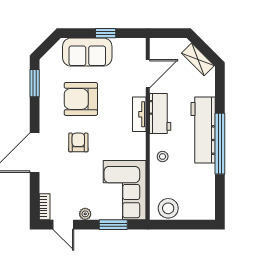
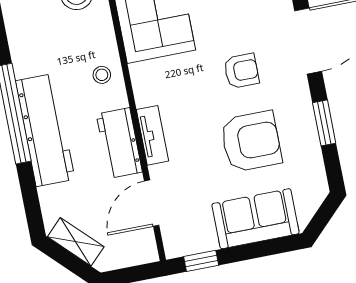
window: (106, 33) -> (201, 261), moved
window: (35, 83) -> (324, 123), moved
armchair: (78, 142) -> (241, 71), turned -90

